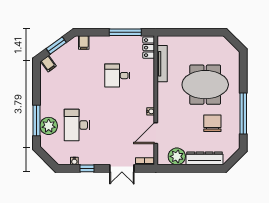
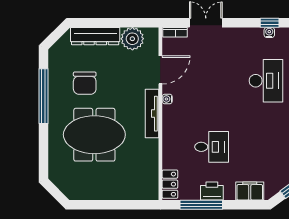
filing cabinet: (84, 42) -> (250, 191), width x2.00
printer: (117, 42) -> (212, 191), added
tv unit: (162, 64) -> (152, 114), moved
window: (87, 168) -> (270, 23), moved

